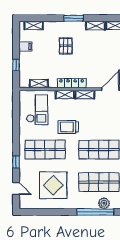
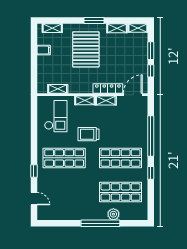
pallet: (66, 46) -> (86, 49), width x2.05, depth x2.00
window: (16, 65) -> (34, 70), removed
locker: (72, 83) -> (108, 88), moved
display table: (53, 185) -> (73, 195), removed
plant: (104, 203) -> (113, 214), moved
window: (95, 212) -> (100, 223), moved

